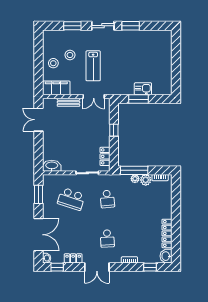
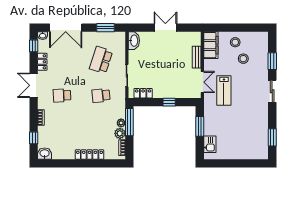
window: (131, 26) -> (272, 137), moved
lab bench: (93, 66) -> (224, 91), moved, turned -90
kitchen sink: (143, 89) -> (210, 144), moved
double door: (94, 96) -> (202, 82), swing flipped
double door: (39, 120) -> (165, 28), moved
locker: (167, 233) -> (90, 155), moved

